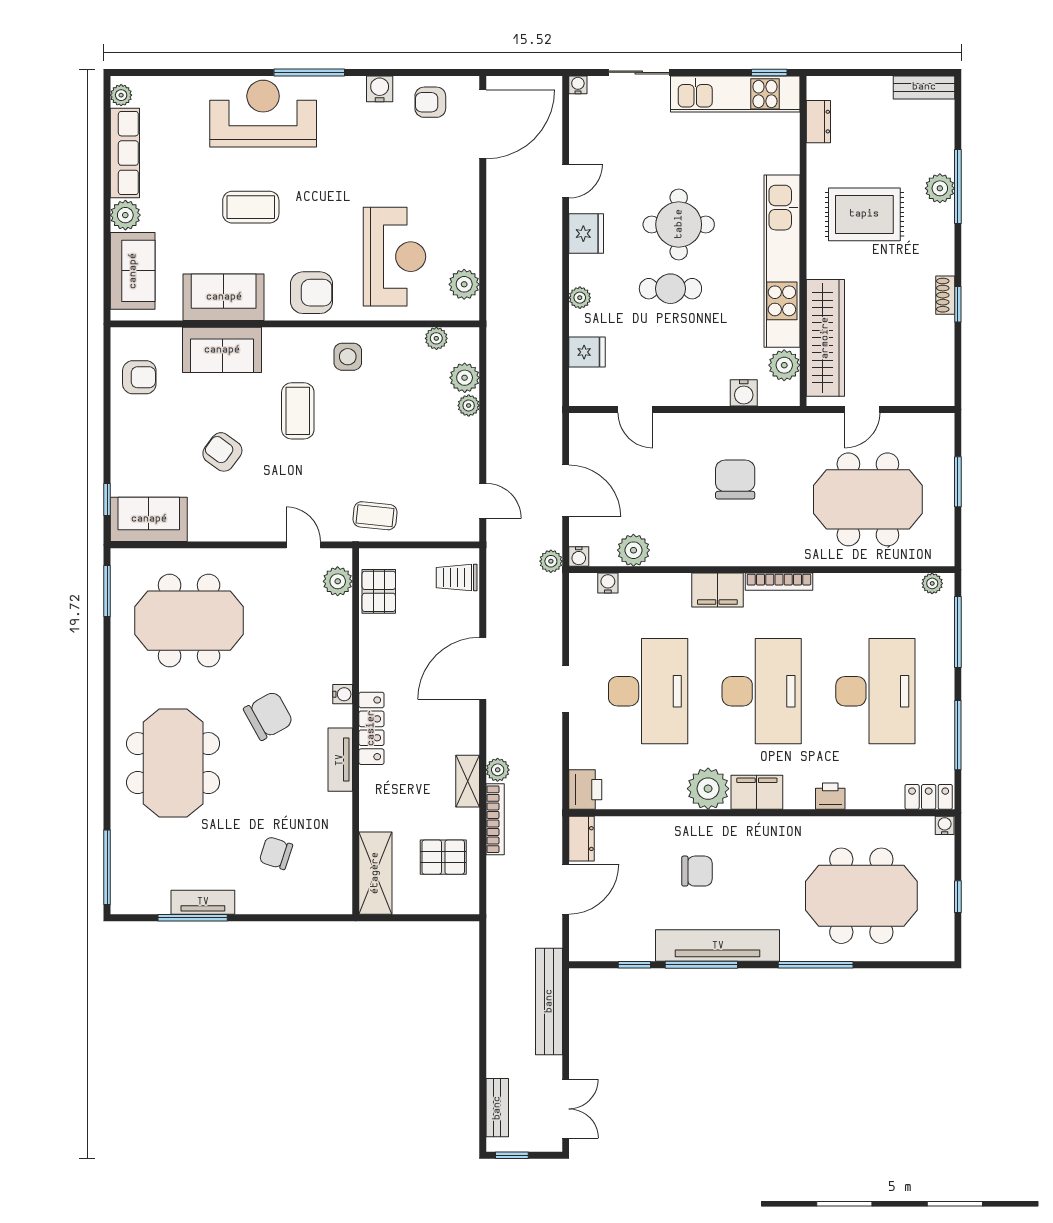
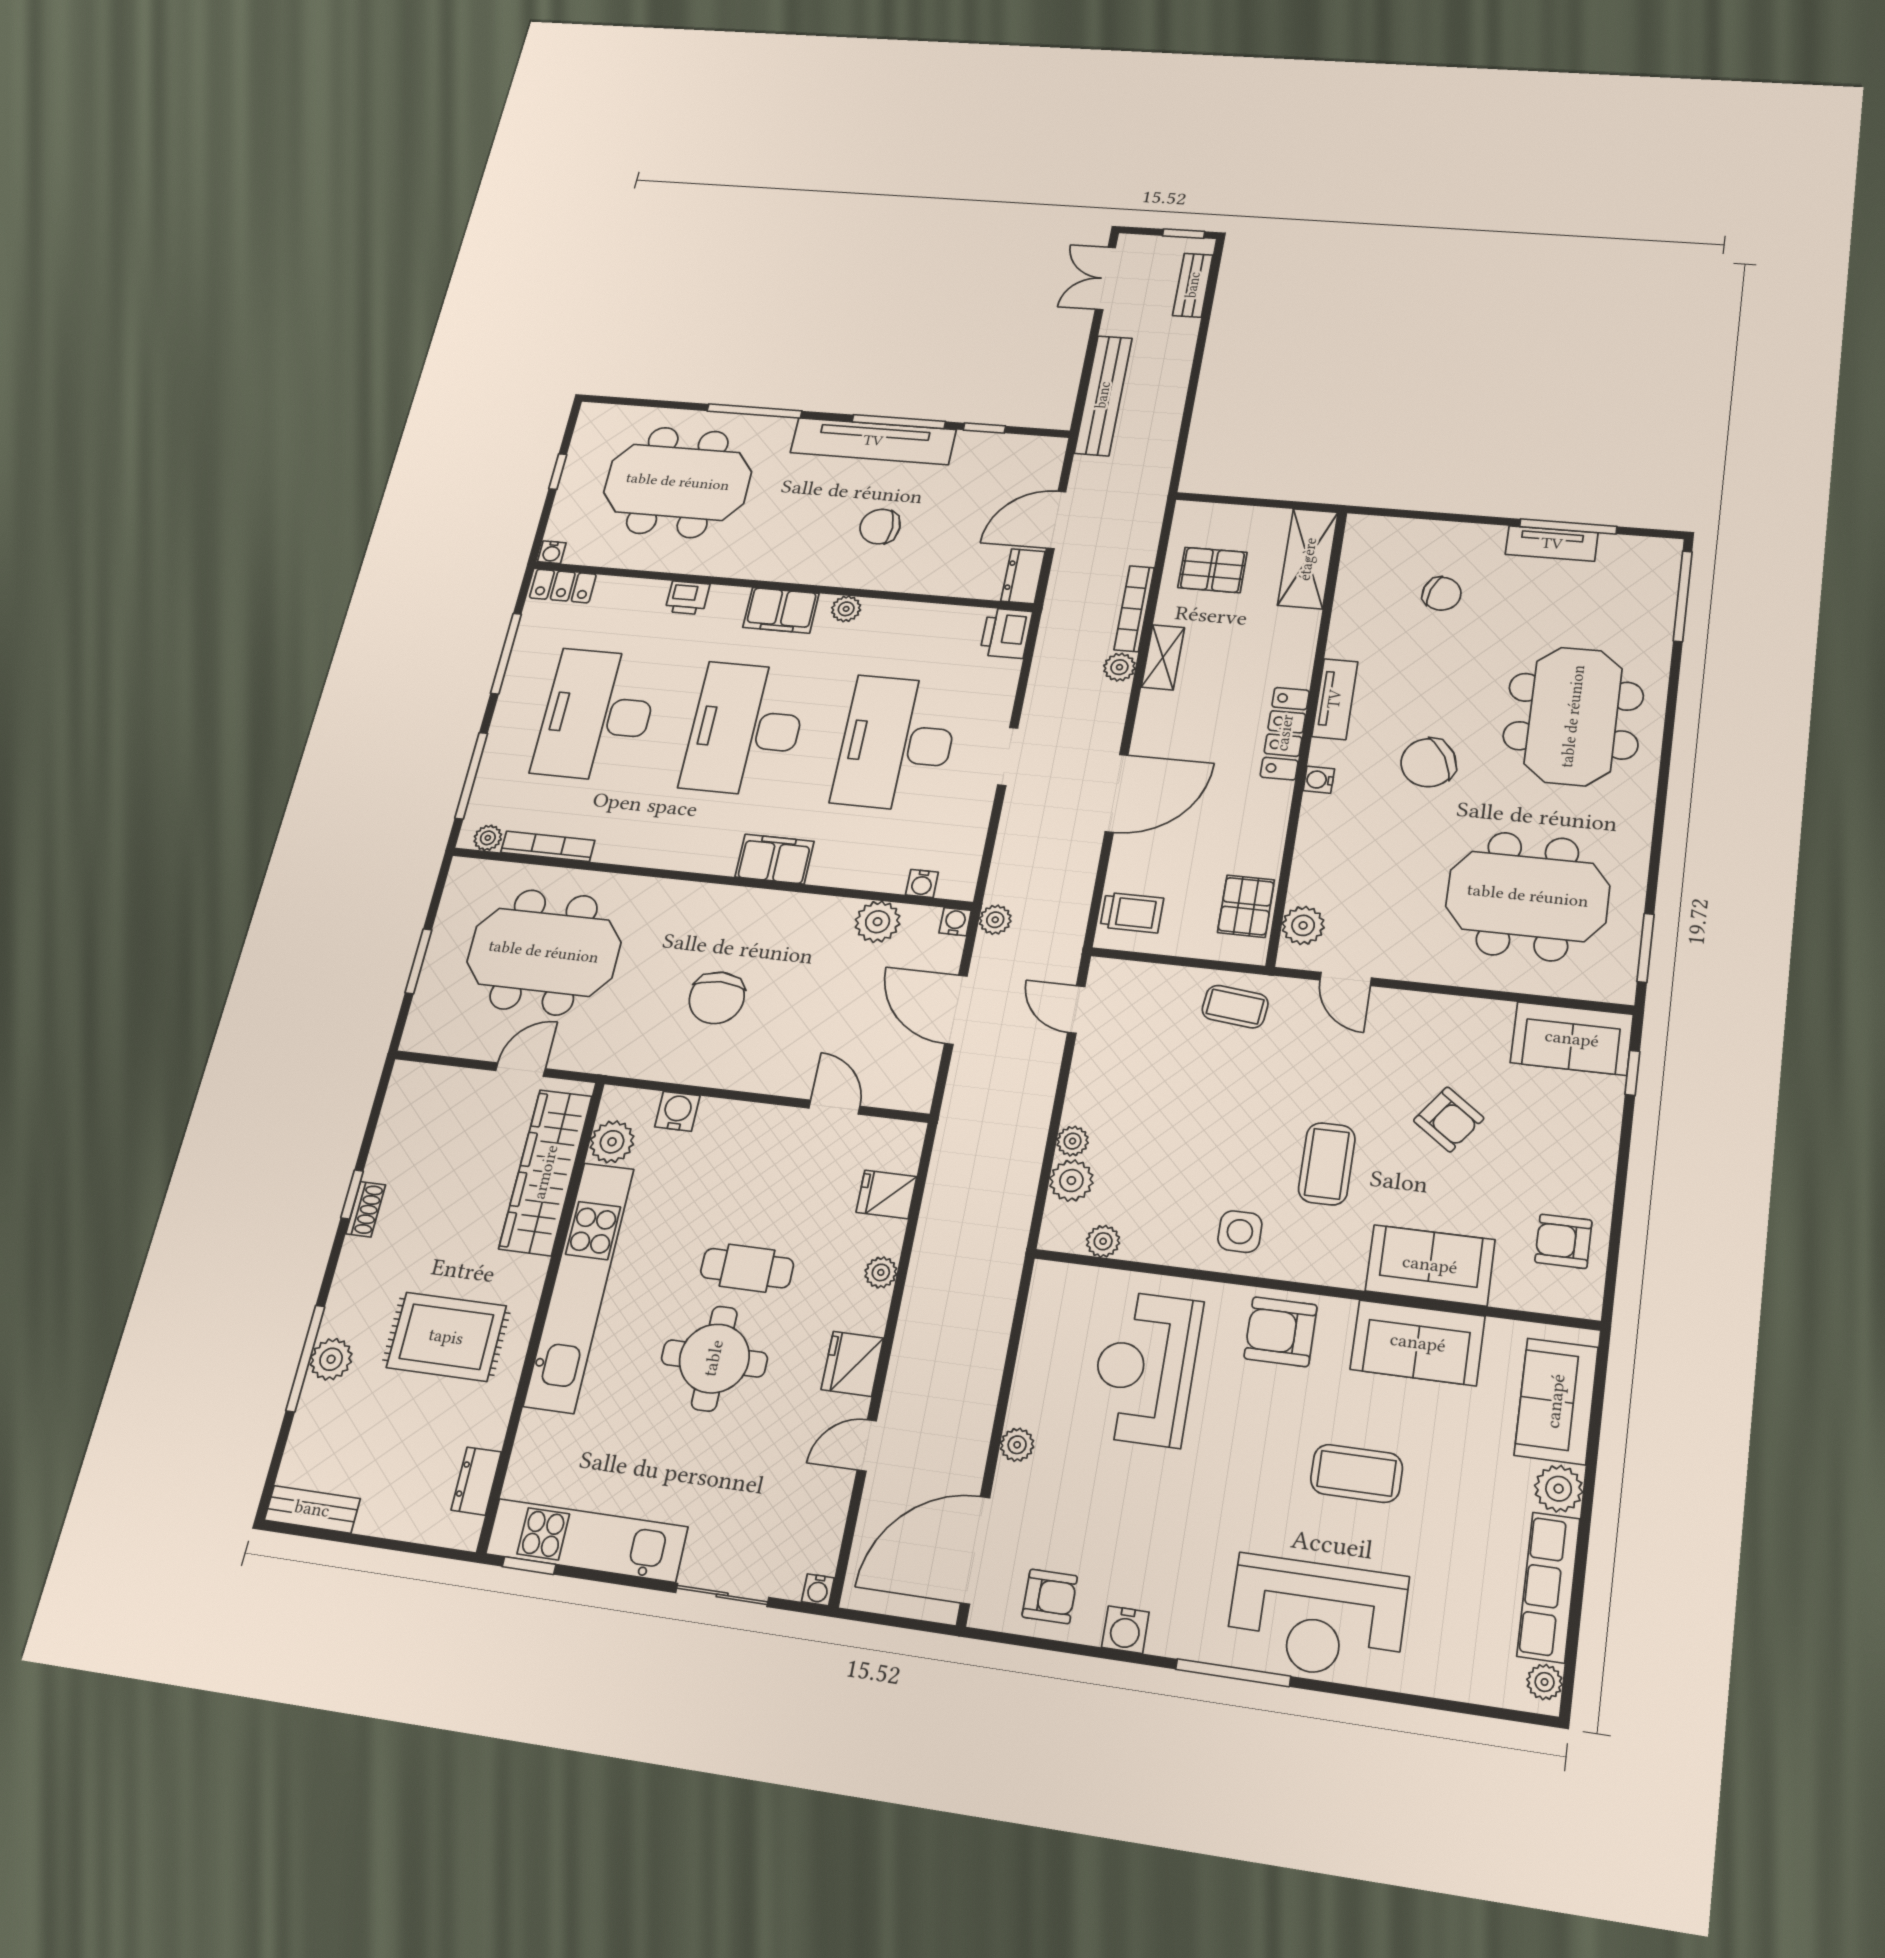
plant: (464, 284) -> (1017, 1445), moved, width x0.73, depth x0.73
bookcase: (779, 582) -> (548, 846), moved
plant: (708, 789) -> (846, 609), width x0.53, depth x0.53

